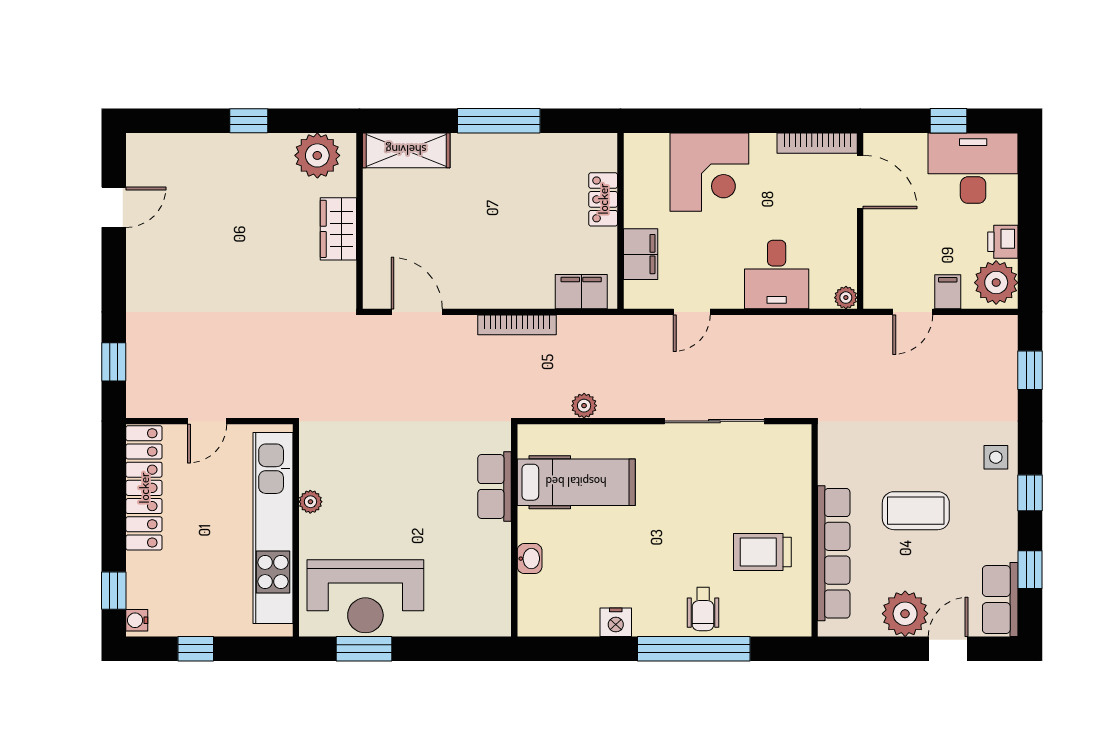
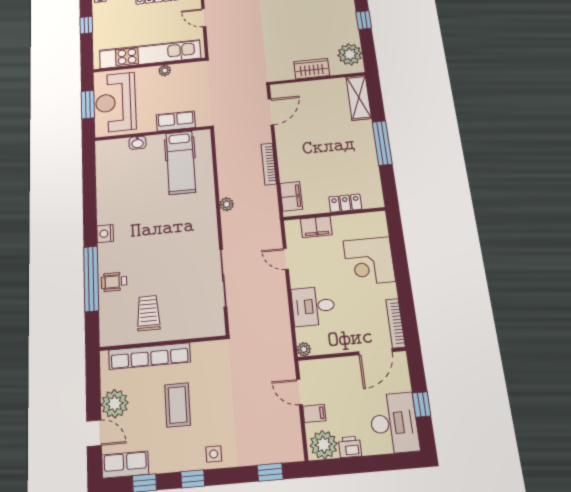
hospital bed: (576, 482) -> (181, 163), moved
row of seats: (495, 487) -> (176, 121), moved
wall: (514, 530) -> (153, 133), moved
washbasin: (530, 559) -> (138, 143), moved

